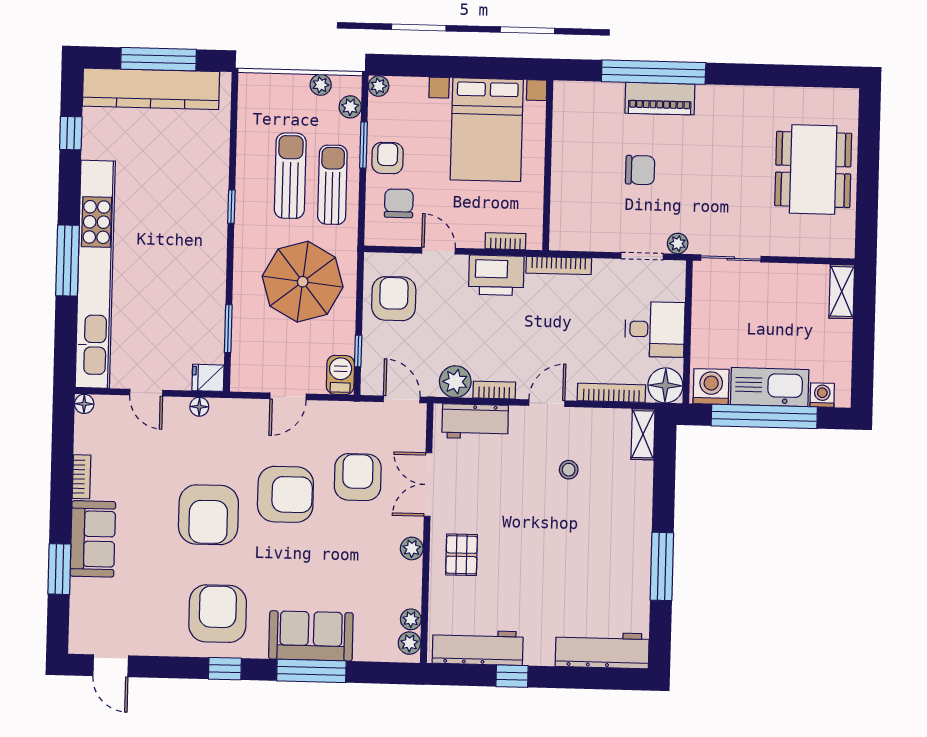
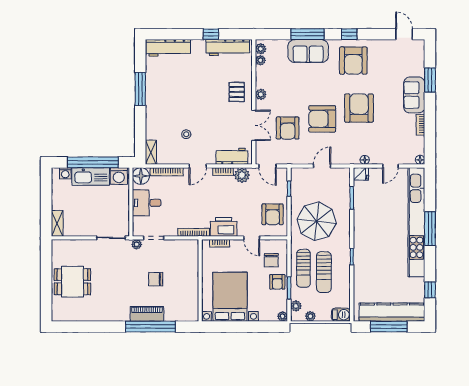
dining table: (813, 170) -> (72, 282), width x0.73
barbecue: (340, 375) -> (341, 315), moved, turned -90
door: (146, 393) -> (390, 166), swing flipped

